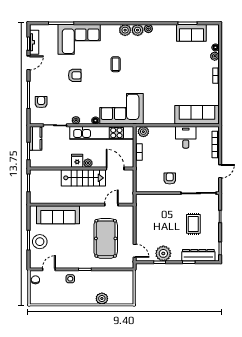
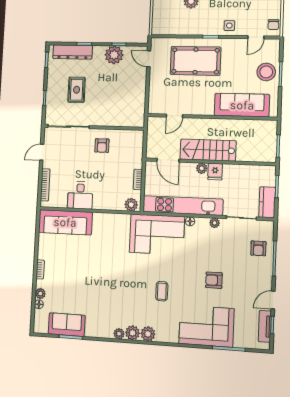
pool table: (106, 238) -> (195, 61), moved, turned 90

